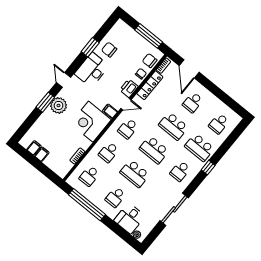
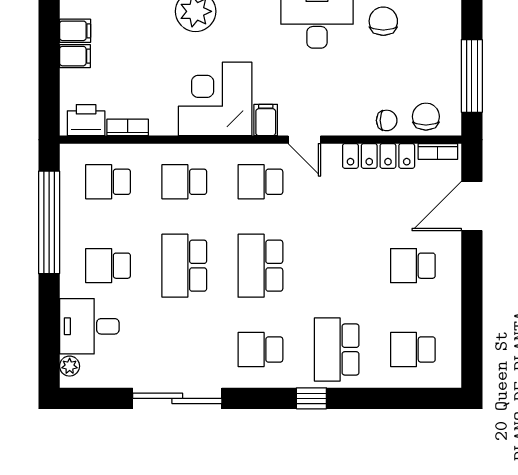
printer: (129, 88) -> (86, 120), moved
school desk: (173, 126) -> (337, 266), removed

